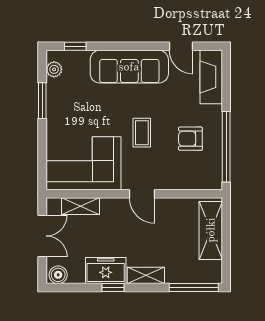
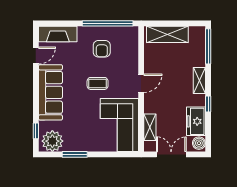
plant: (54, 69) -> (52, 141), width x1.87, depth x1.87
freezer: (106, 271) -> (196, 121), moved

